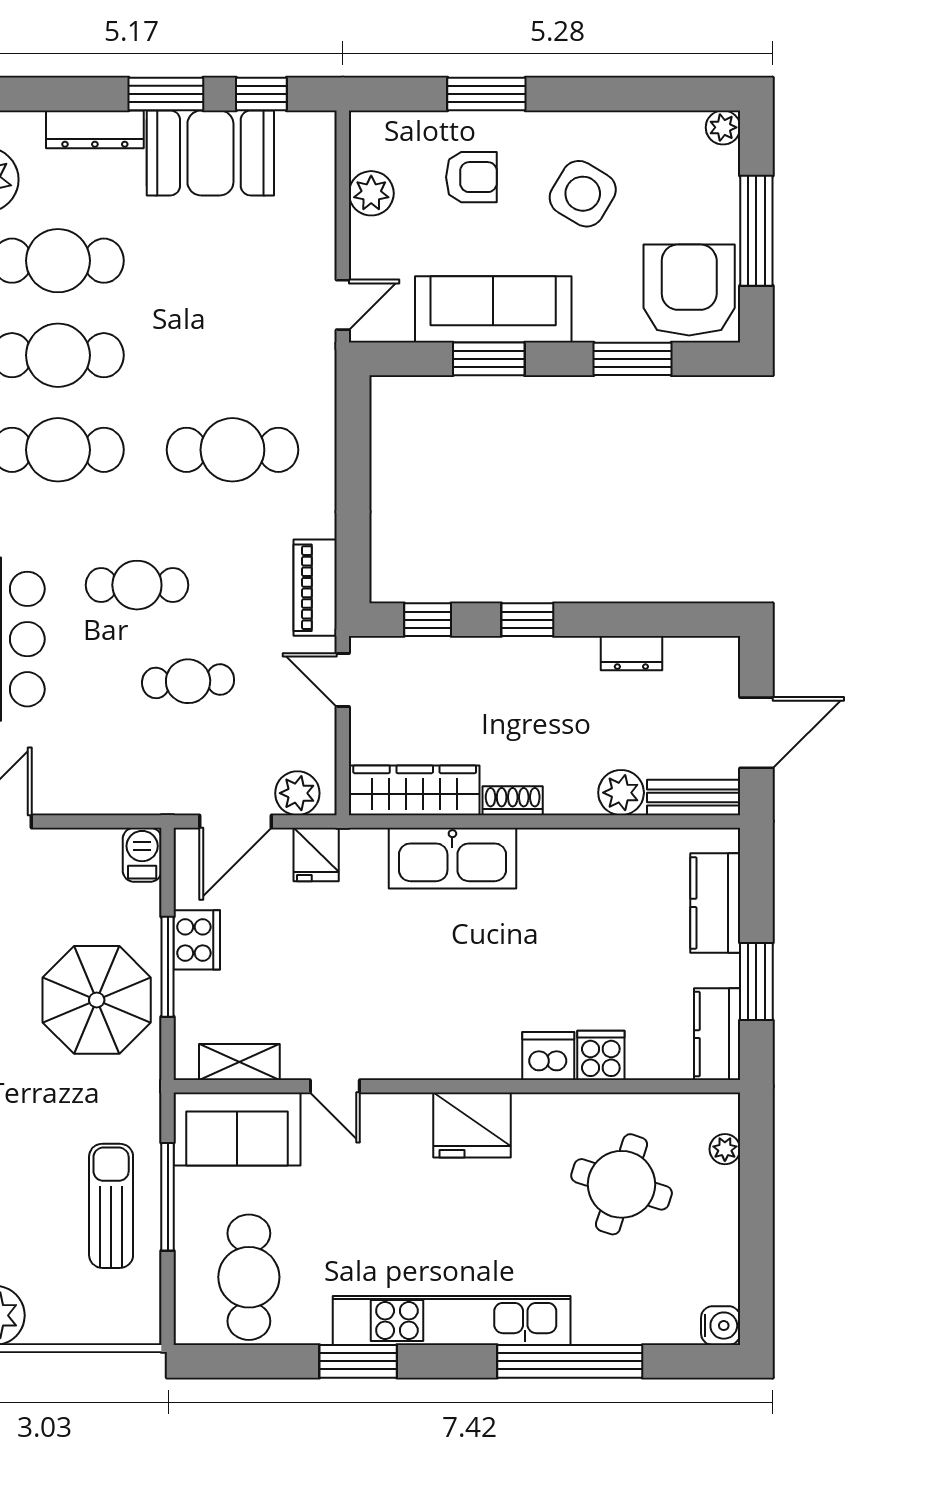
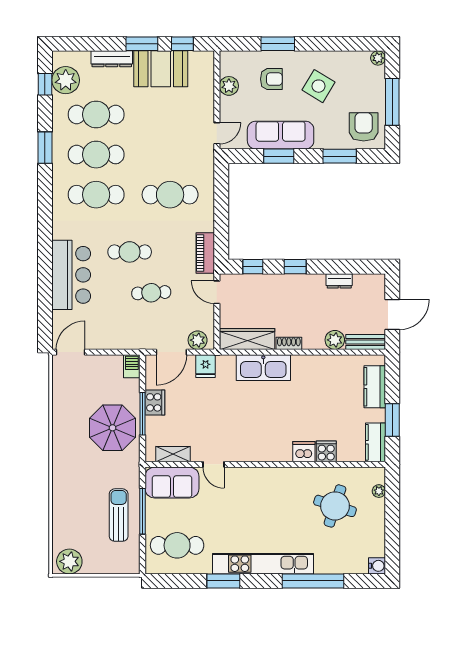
armchair: (689, 290) -> (364, 127), width x0.73, depth x0.73
fridge: (472, 1125) -> (272, 481), removed
cafe table: (249, 1277) -> (177, 545), turned 90

